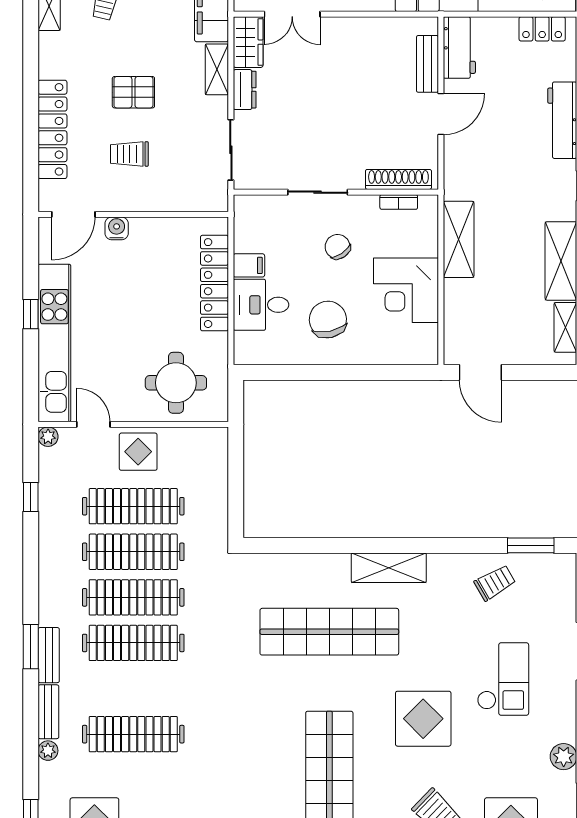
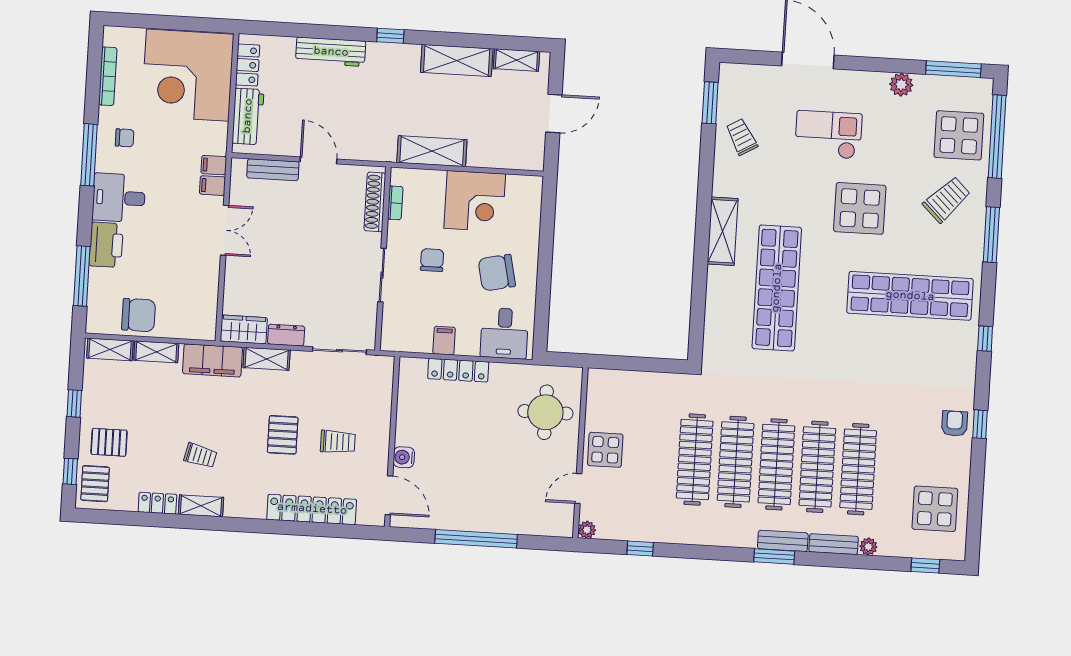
double door: (292, 14) -> (225, 230), moved
workbench: (459, 48) -> (248, 116), moved, turned 90
trolley: (129, 154) -> (338, 442), turned -90
chair: (338, 247) -> (432, 260), turned 124
locker: (214, 283) -> (458, 370), width x0.71, depth x0.83
desk: (261, 305) -> (504, 333), moved
window: (31, 314) -> (476, 539), width x3.17
kitchen unit: (54, 343) -> (503, 519), removed
door: (480, 372) -> (554, 114), moved
clothes rail: (133, 506) -> (817, 467), moved

